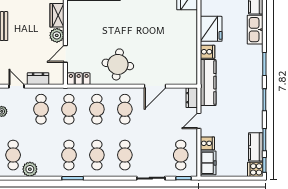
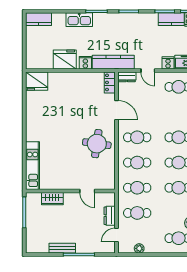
kitchen sink: (255, 30) -> (79, 20), moved
plant: (57, 35) -> (71, 199), removed
locker: (79, 79) -> (110, 82), moved

